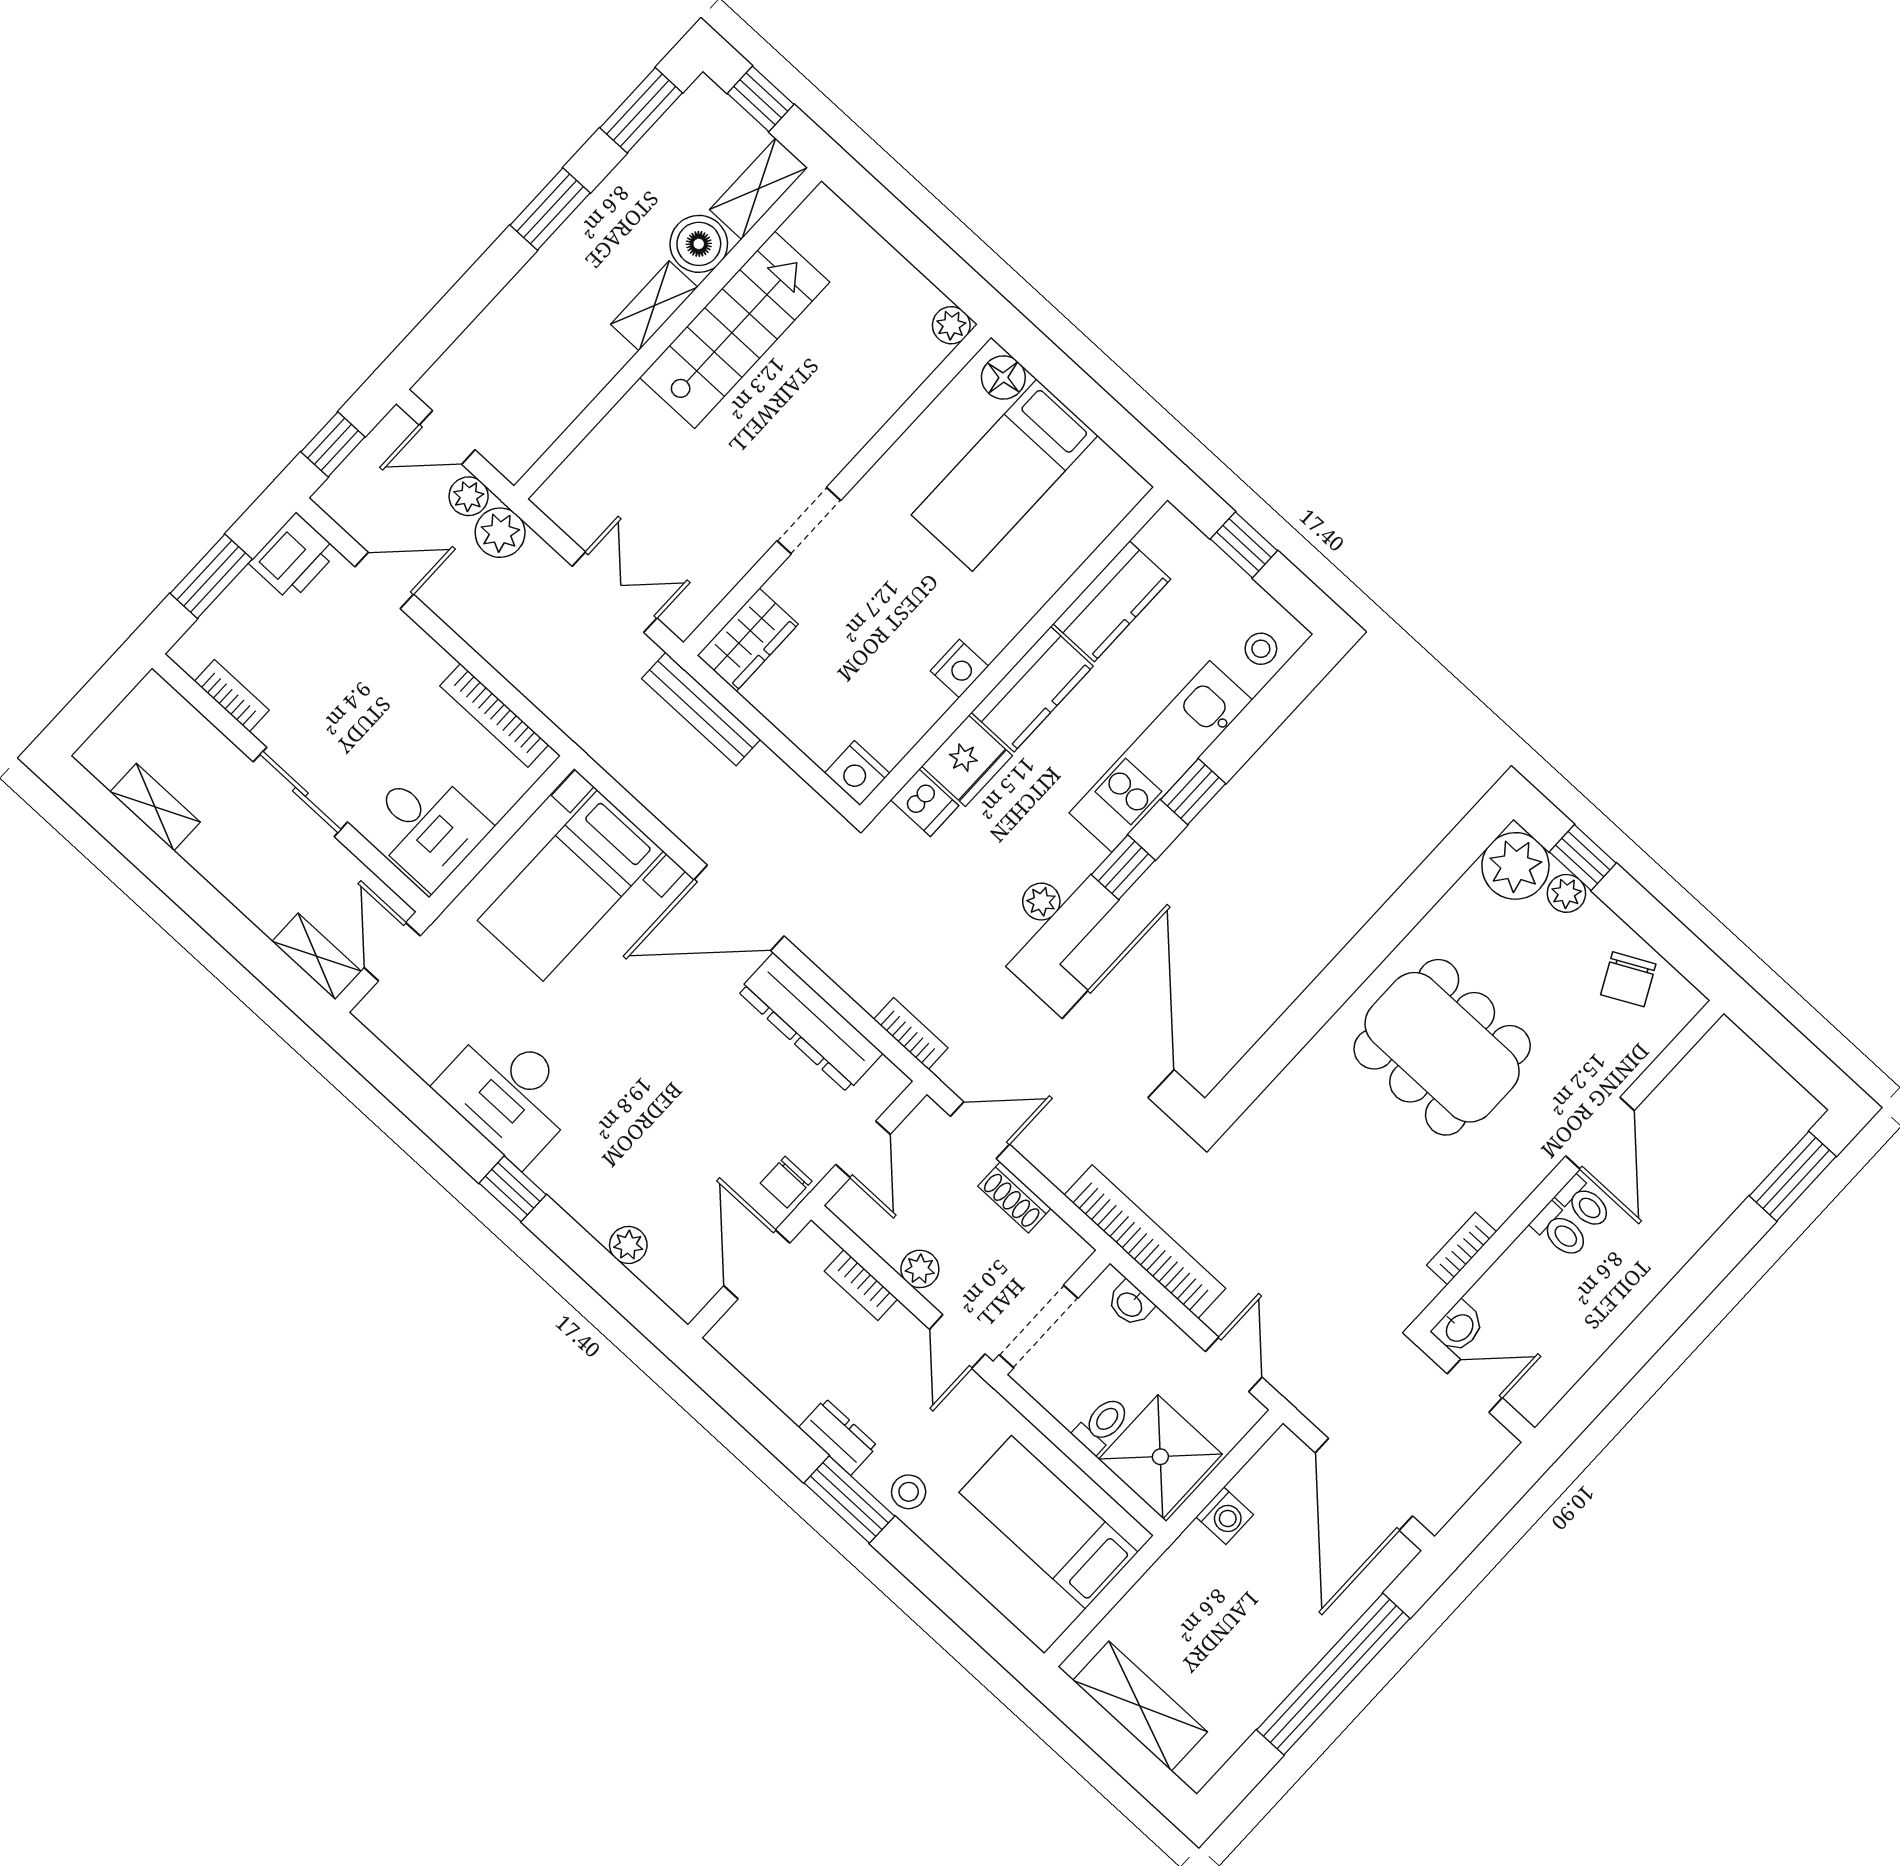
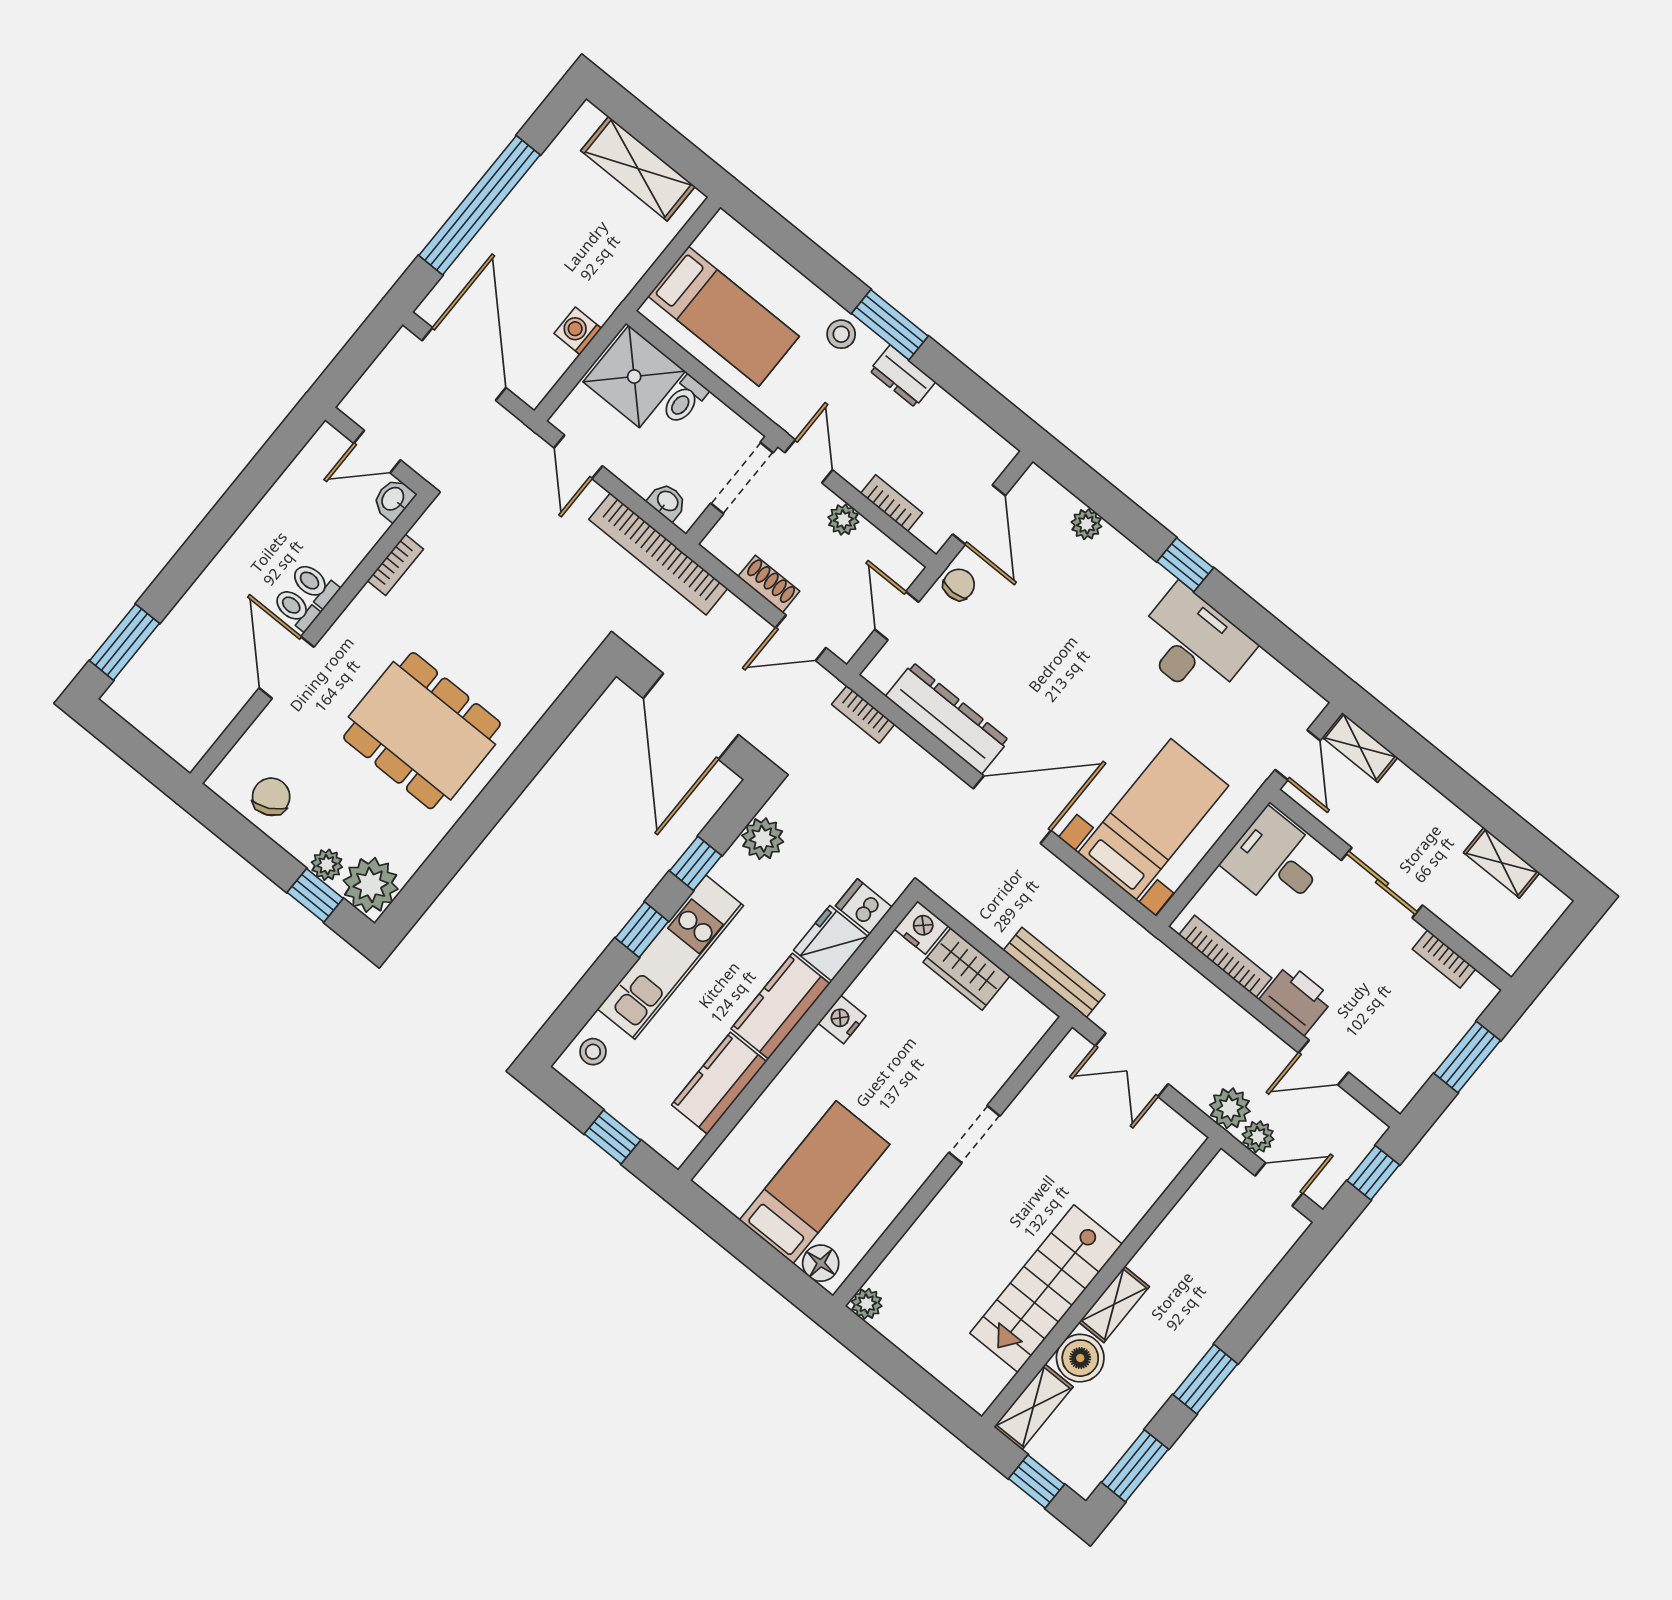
printer: (294, 557) -> (1296, 999), moved, turned 90
wardrobe: (748, 640) -> (967, 969), moved, turned -90
plant: (1041, 902) -> (763, 839), width x1.38, depth x1.38

